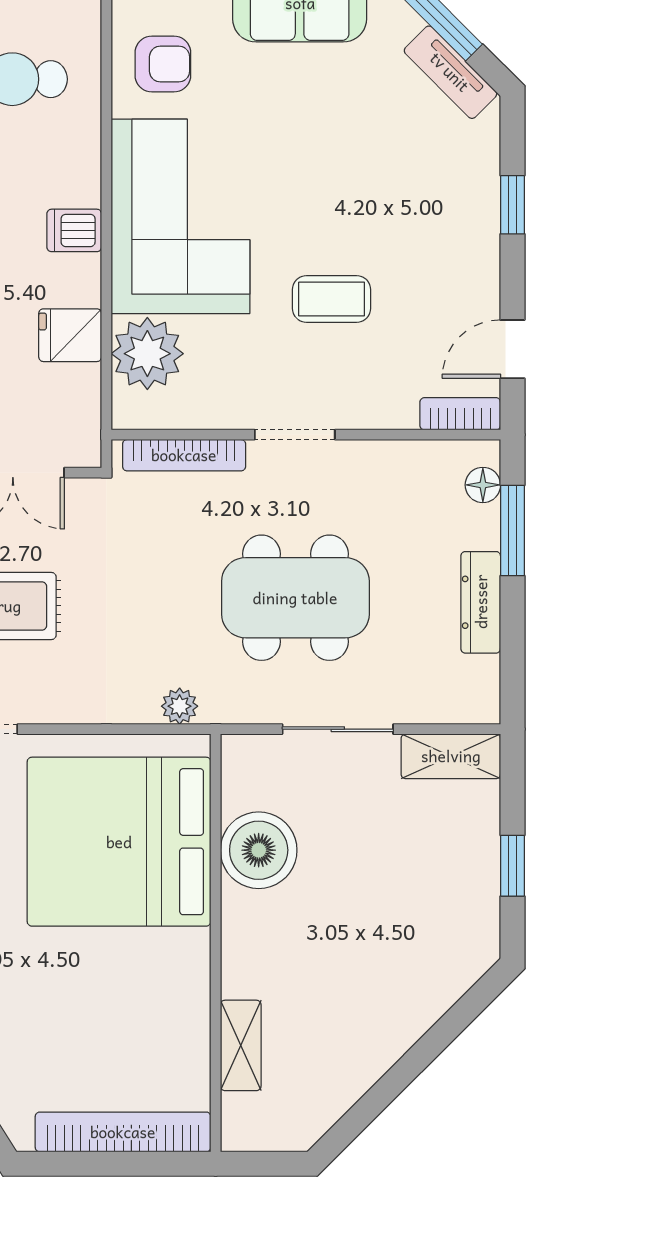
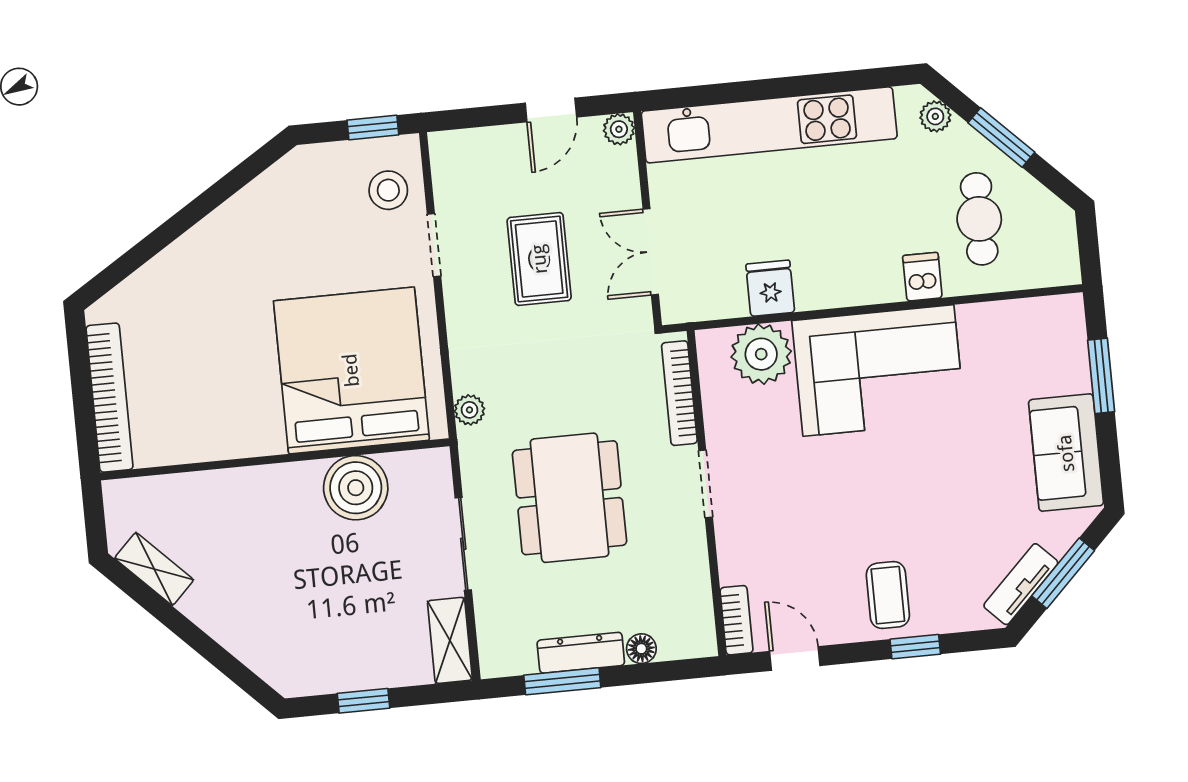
armchair: (163, 64) -> (1004, 343), removed
dishwasher: (74, 230) -> (922, 277), moved
coffee table: (332, 299) -> (888, 595), moved
floor lamp: (483, 485) -> (641, 649), moved
window: (512, 531) -> (562, 681), moved
shelving: (241, 1045) -> (154, 569), moved, turned 45

